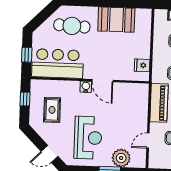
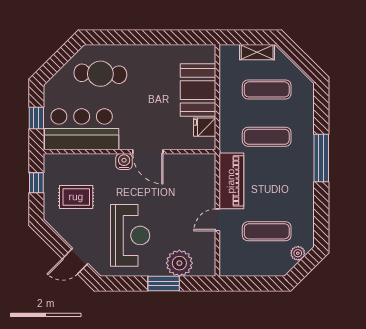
booth: (116, 20) -> (198, 90), moved, turned 90
rug: (52, 110) -> (76, 197), turned 90
door: (148, 141) -> (217, 220), moved

